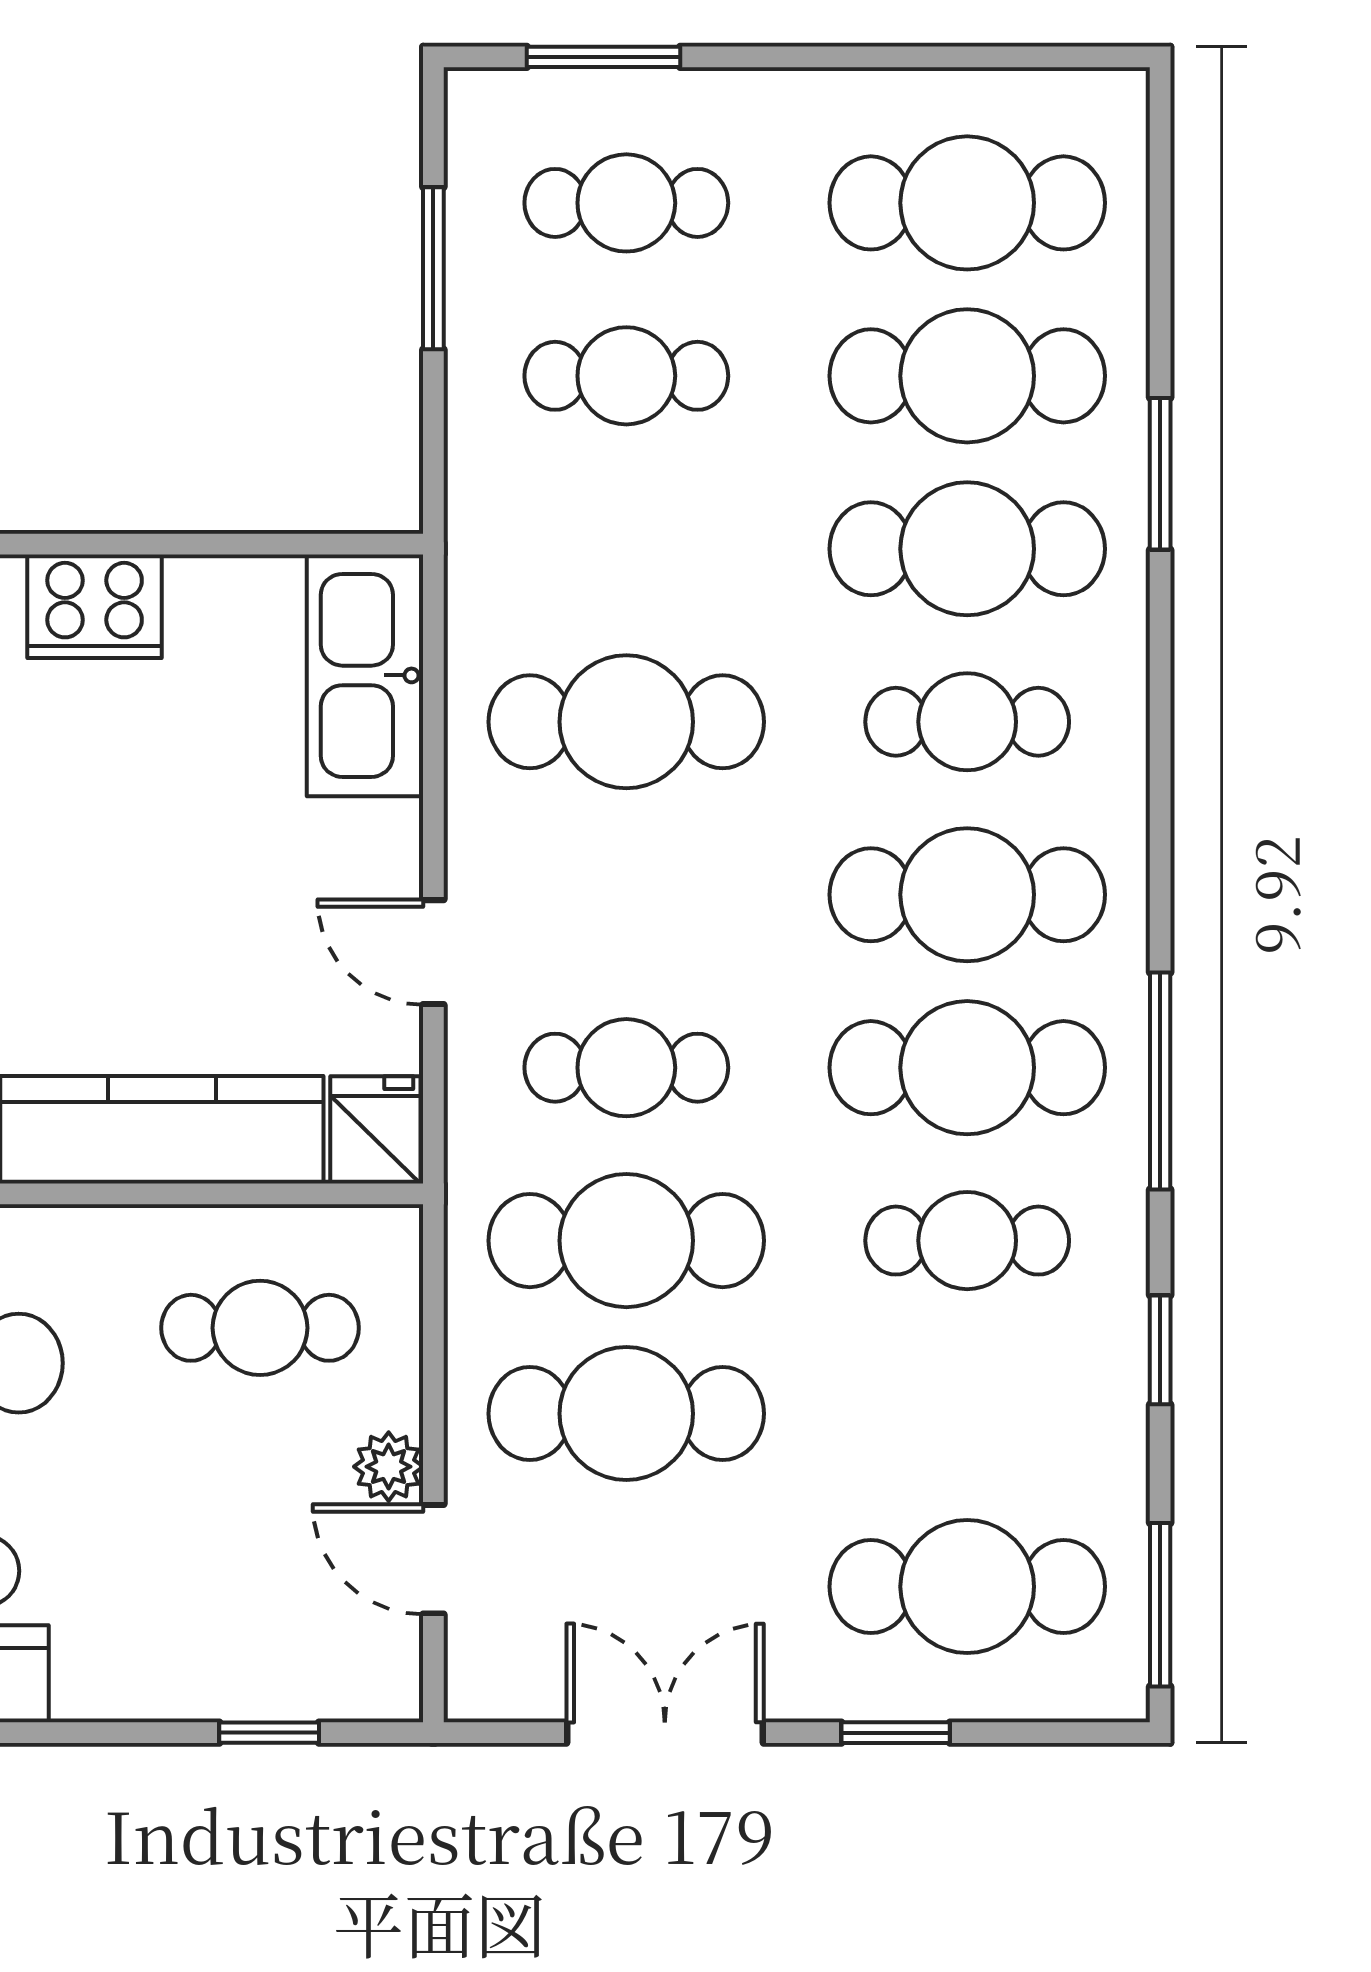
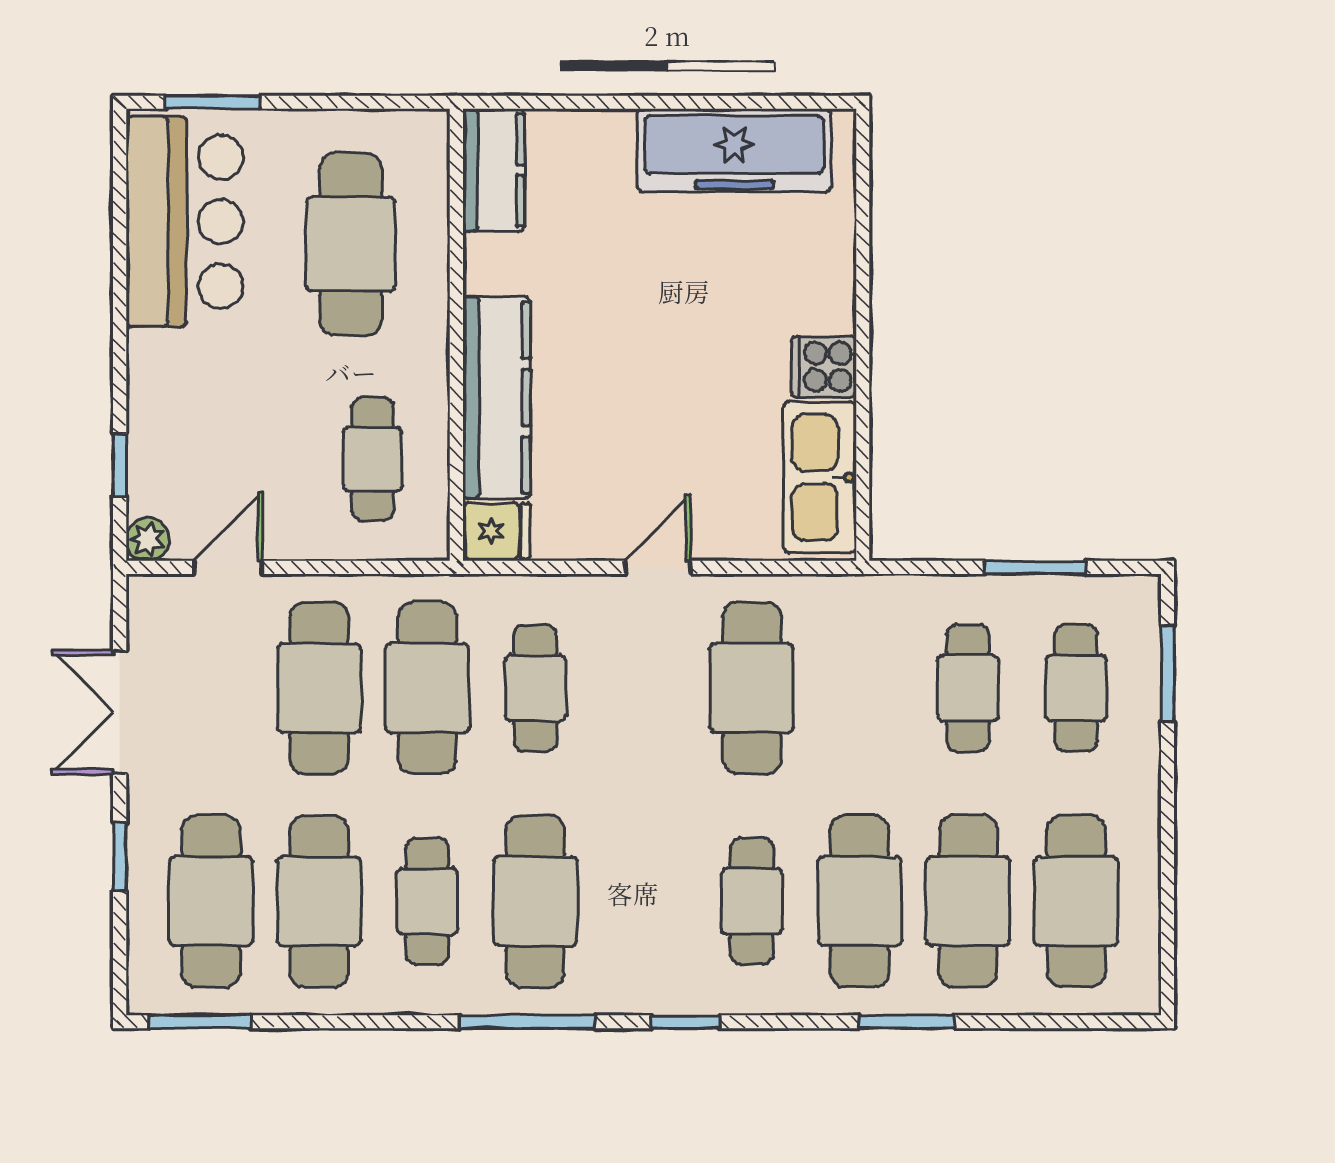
cooker: (95, 606) -> (824, 367), width x0.73
kitchen sink: (365, 675) -> (820, 477), moved, turned -90
cafe table: (967, 895) -> (319, 901), moved
door: (433, 952) -> (658, 567), moved
window: (1160, 1350) -> (685, 1022), moved
plant: (389, 1467) -> (148, 539), moved
double door: (665, 1733) -> (120, 712), swing flipped

